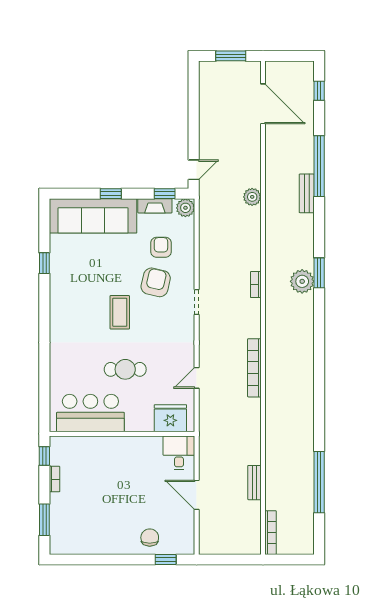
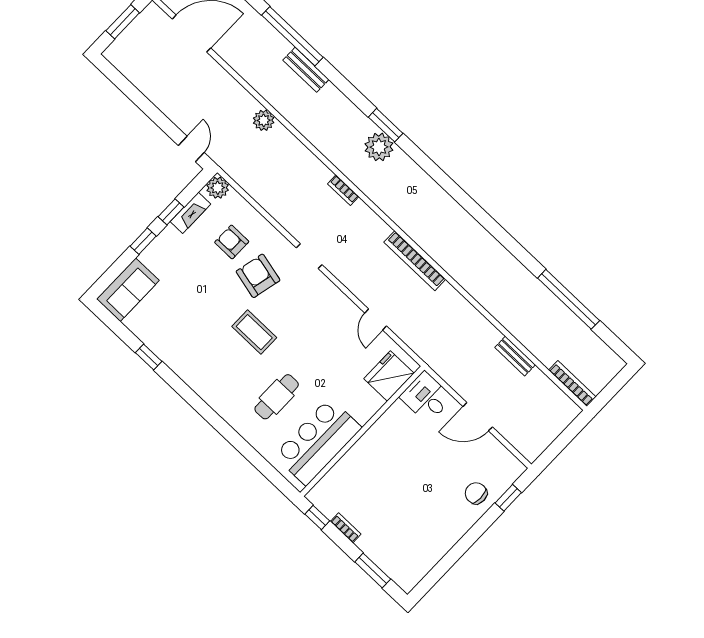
window: (165, 194) -> (171, 212), moved
sofa: (93, 216) -> (128, 290), width x0.54, depth x0.79
cafe table: (125, 369) -> (277, 397), moved

